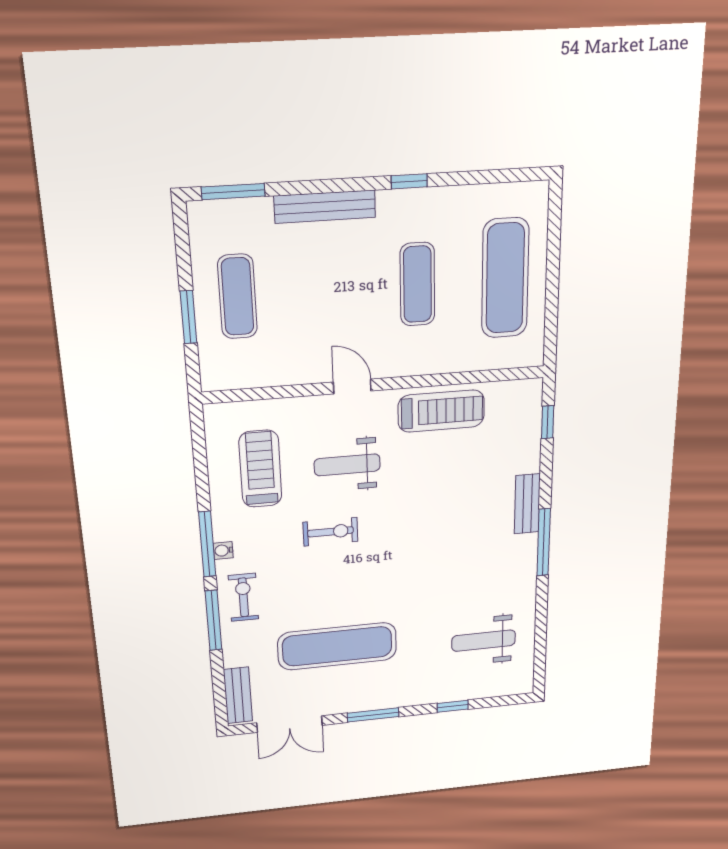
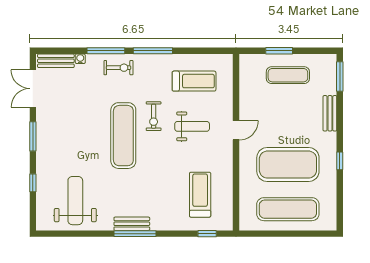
bench: (325, 207) -> (330, 113), width x0.73
exercise mat: (417, 284) -> (288, 165), width x2.00, depth x1.45
treadmill: (441, 411) -> (200, 195), moved, turned 180
weight bench: (347, 465) -> (192, 126), turned 90
bench: (527, 504) -> (132, 224), moved
water cooler: (223, 550) -> (80, 59), moved
weight bench: (484, 641) -> (75, 201), width x1.36, depth x1.33
exercise mat: (337, 646) -> (123, 136), moved

